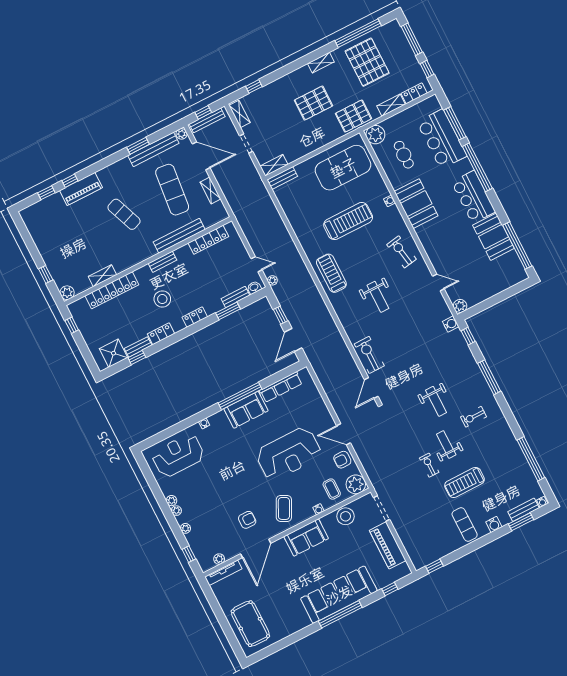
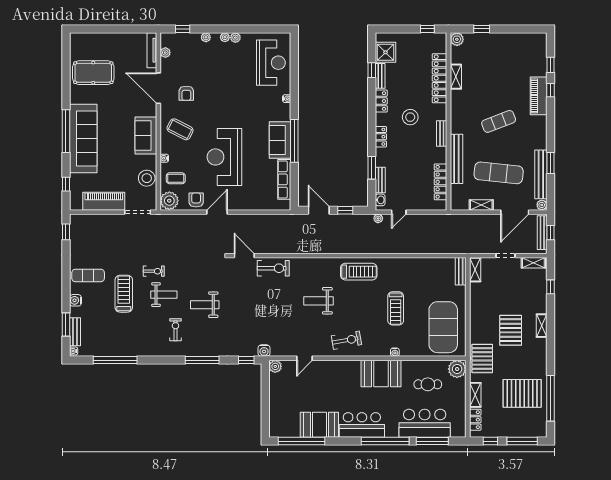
shelving: (321, 63) -> (542, 326), moved
treadmill: (348, 221) -> (396, 308), width x0.73, depth x0.73
pool table: (250, 624) -> (93, 73), moved

